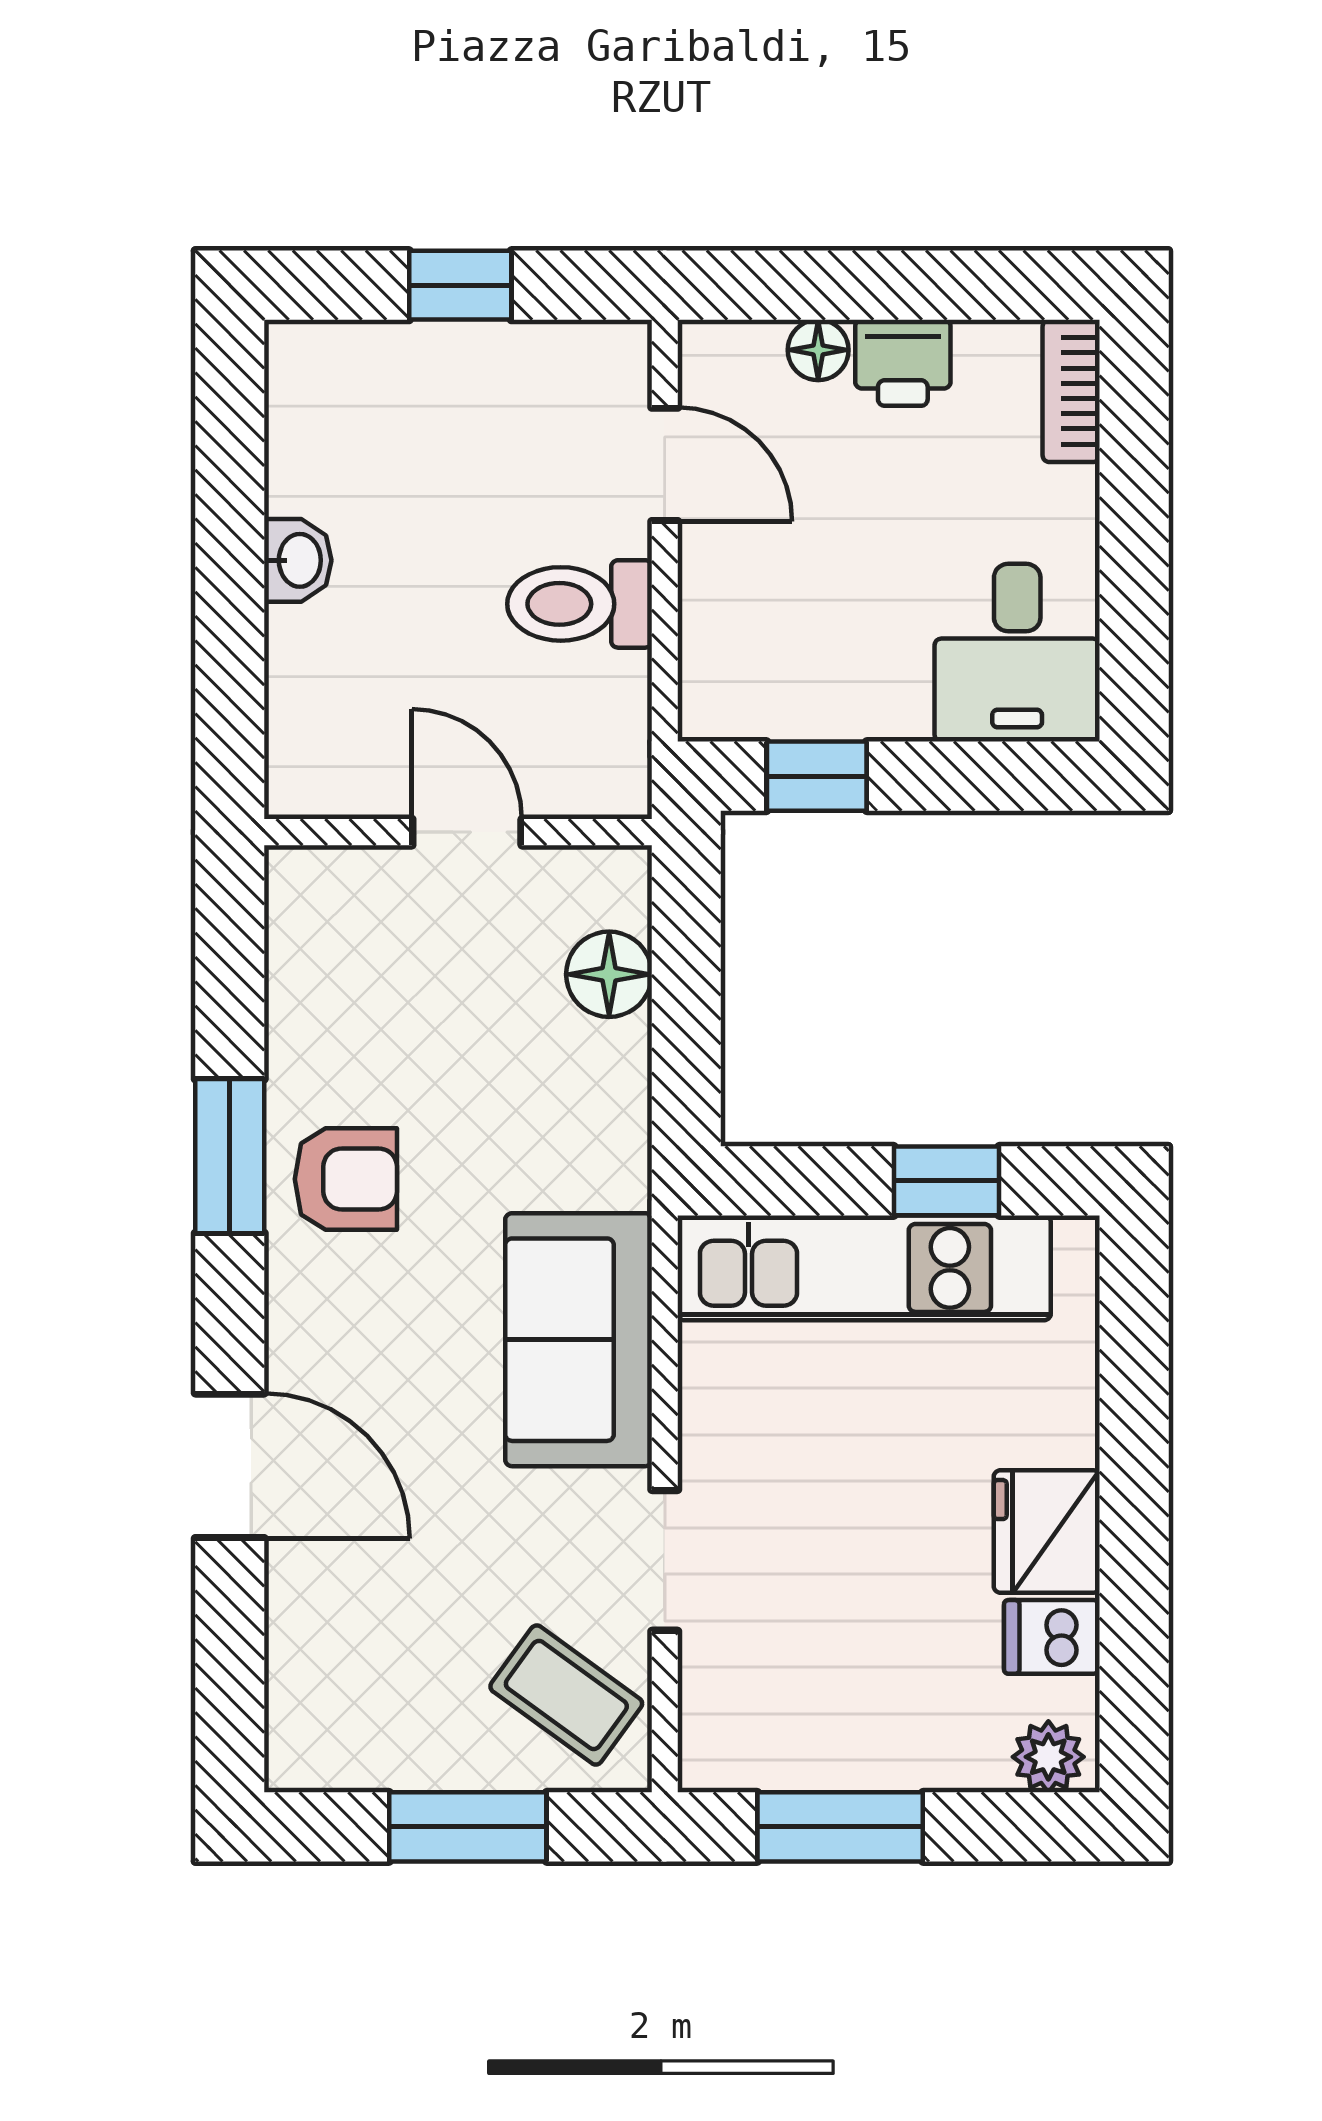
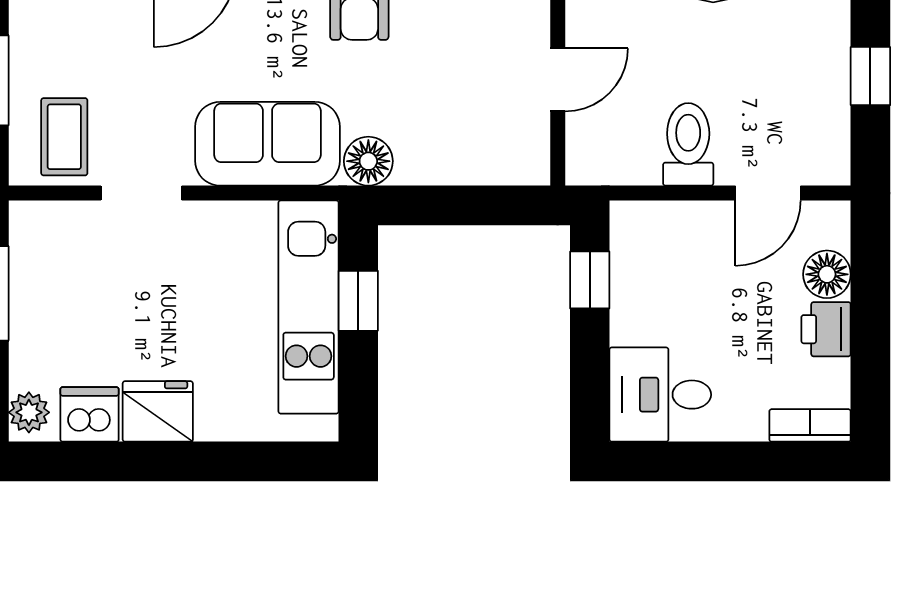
floor lamp: (818, 350) -> (827, 274), width x1.37, depth x1.37
floor lamp: (609, 974) -> (368, 161), moved
window: (946, 1181) -> (358, 301), moved
dishwasher: (1052, 1637) -> (90, 414), width x1.38
coffee table: (566, 1695) -> (64, 137), turned -36

